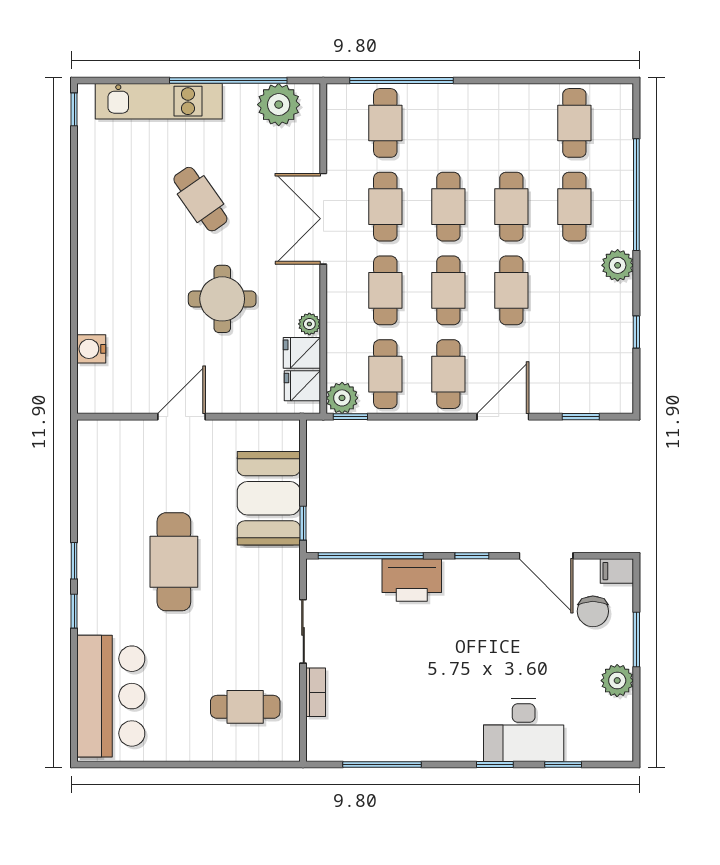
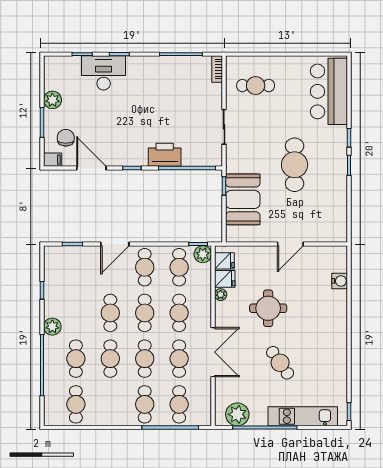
cafe table: (448, 123) -> (145, 404), added
bookcase: (316, 692) -> (217, 69), moved

